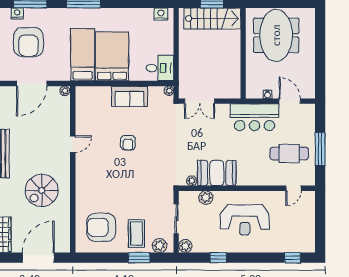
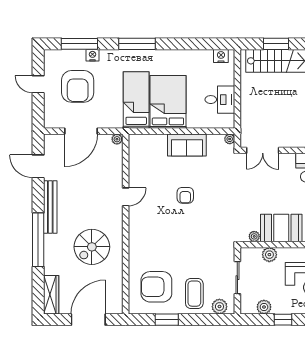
nightstand: (17, 13) -> (93, 55), moved
desk: (160, 68) -> (220, 100), moved
plant: (185, 246) -> (264, 307), moved
window: (139, 258) -> (167, 320), moved

